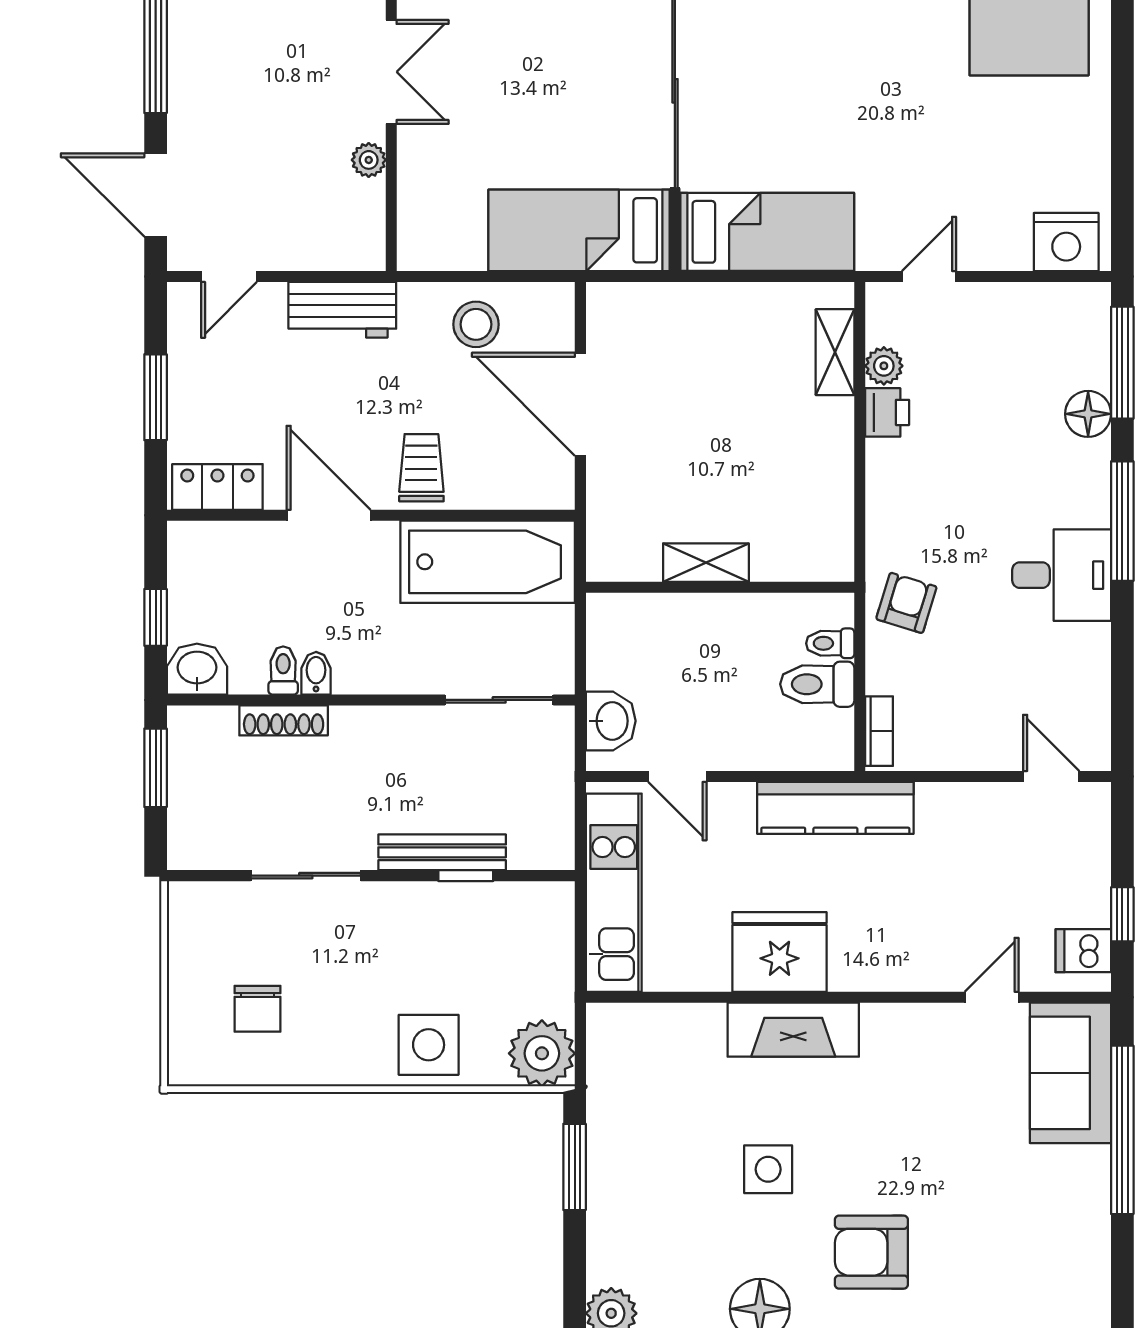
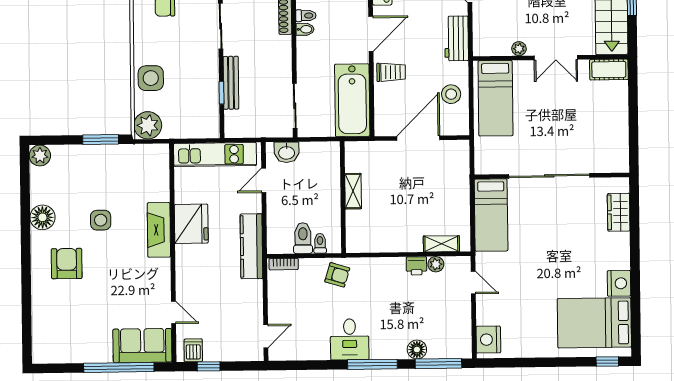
bed: (579, 230) -> (495, 98), moved, turned 180

